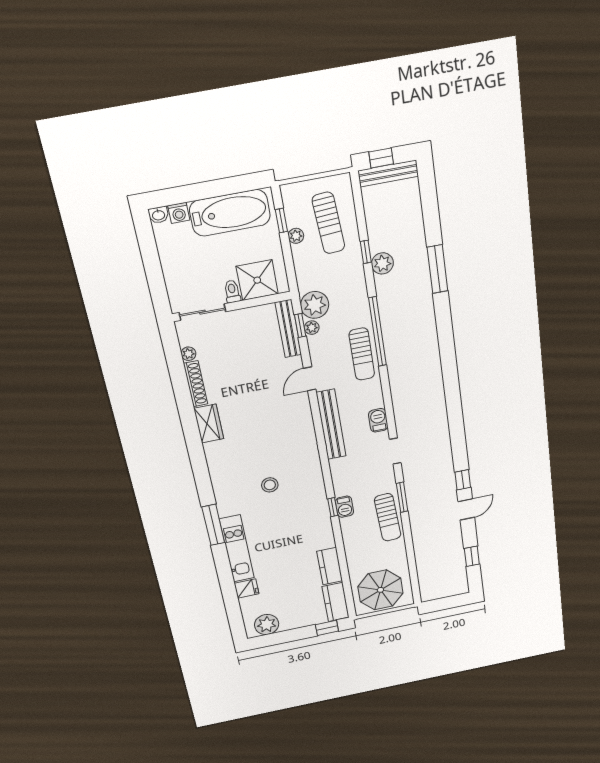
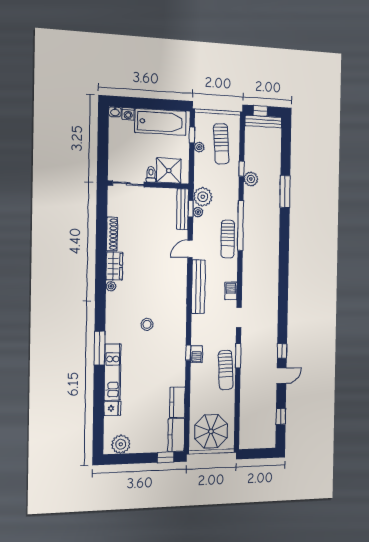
plant: (188, 354) -> (111, 286), moved

